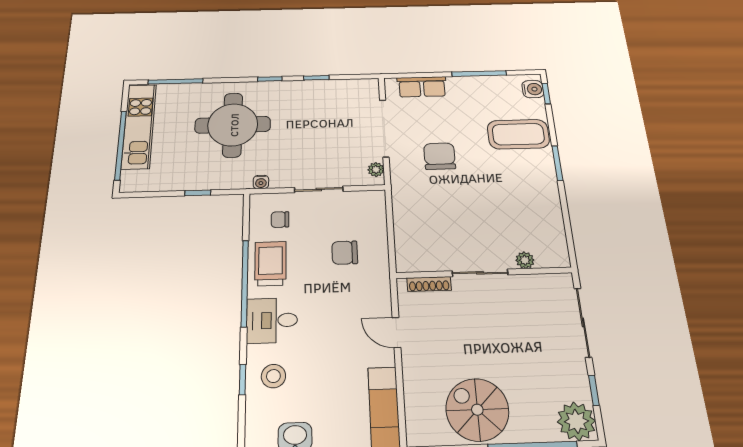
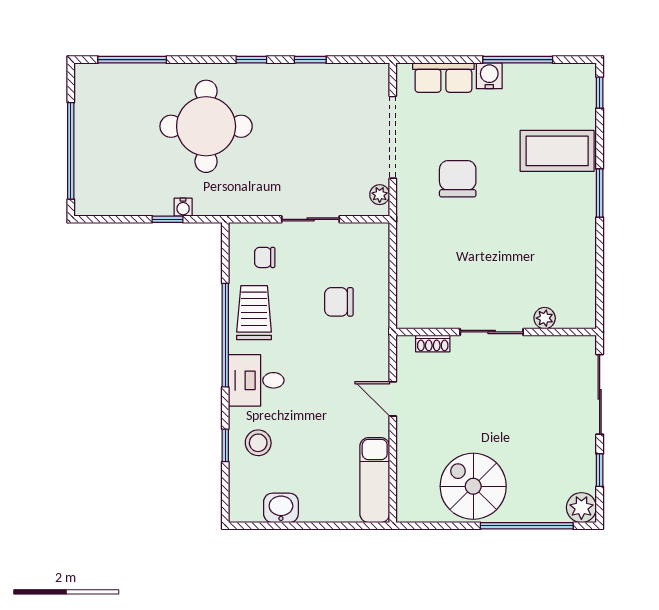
water cooler: (533, 89) -> (489, 76), moved, turned -90
kitchen unit: (139, 126) -> (91, 125), removed
water cooler: (261, 182) -> (183, 207), moved
shoe rack: (429, 284) -> (433, 343), width x0.70
plant: (576, 421) -> (581, 508), width x0.73, depth x0.73

